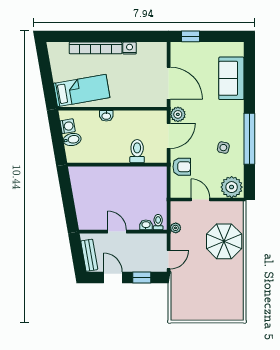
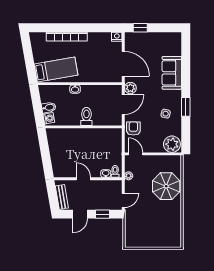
nightstand: (130, 48) -> (117, 37), moved
sofa: (231, 78) -> (172, 73), moved
washing machine: (68, 126) -> (49, 118), moved
window: (249, 139) -> (186, 107), width x0.47
toilet: (137, 151) -> (86, 116), moved
armchair: (182, 167) -> (133, 128), turned -90
door: (200, 200) -> (136, 154), moved
door: (113, 277) -> (80, 214), swing flipped

